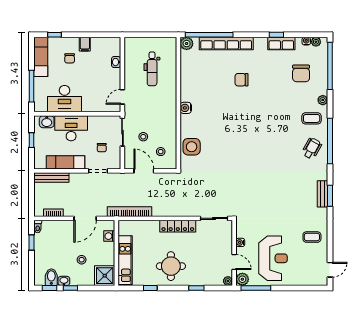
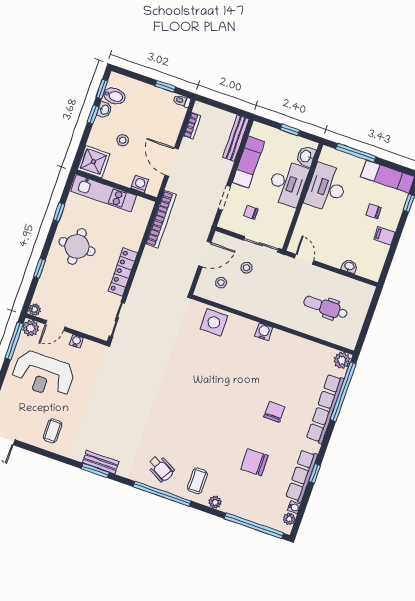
row of seats: (281, 43) -> (302, 476), width x1.48
chair: (301, 73) -> (254, 462), moved

